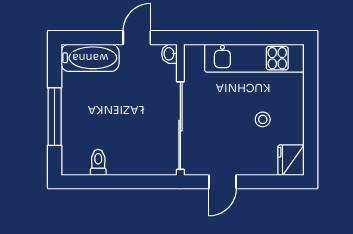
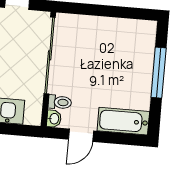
toilet: (98, 162) -> (60, 102), moved, turned -90

